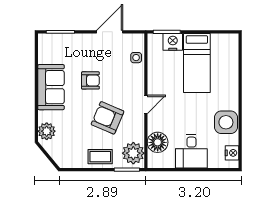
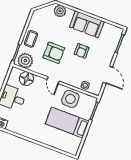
nightstand: (173, 42) -> (86, 112), removed
armchair: (108, 118) -> (54, 53), turned 67
side table: (226, 122) -> (70, 99), moved

